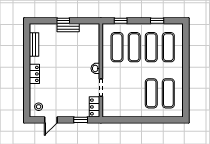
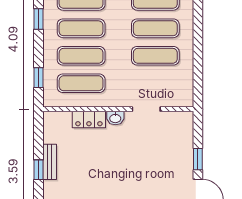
exercise mat: (134, 93) -> (155, 56), added
locker: (95, 107) -> (89, 120), moved
window: (81, 120) -> (198, 159), moved

